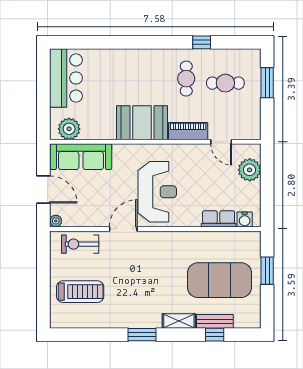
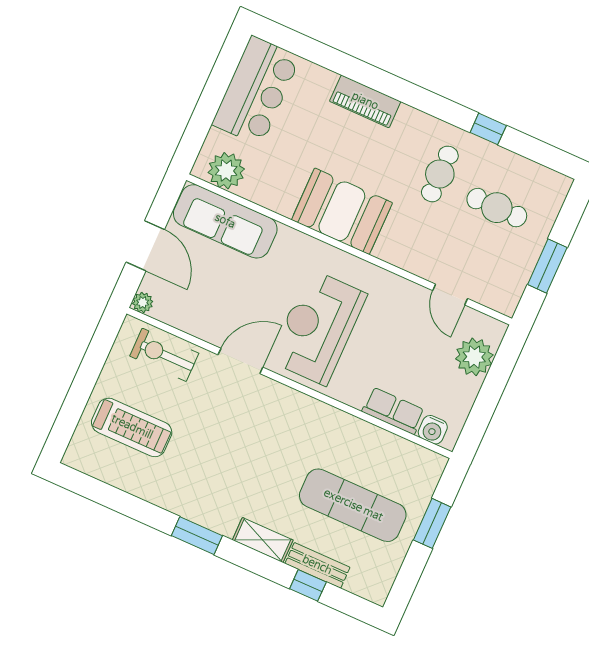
window: (267, 83) -> (547, 266), moved
piano: (188, 131) -> (365, 101), moved, turned 180
reception desk: (157, 192) -> (318, 327), turned 180
exercise mat: (219, 280) -> (353, 505), width x0.68

